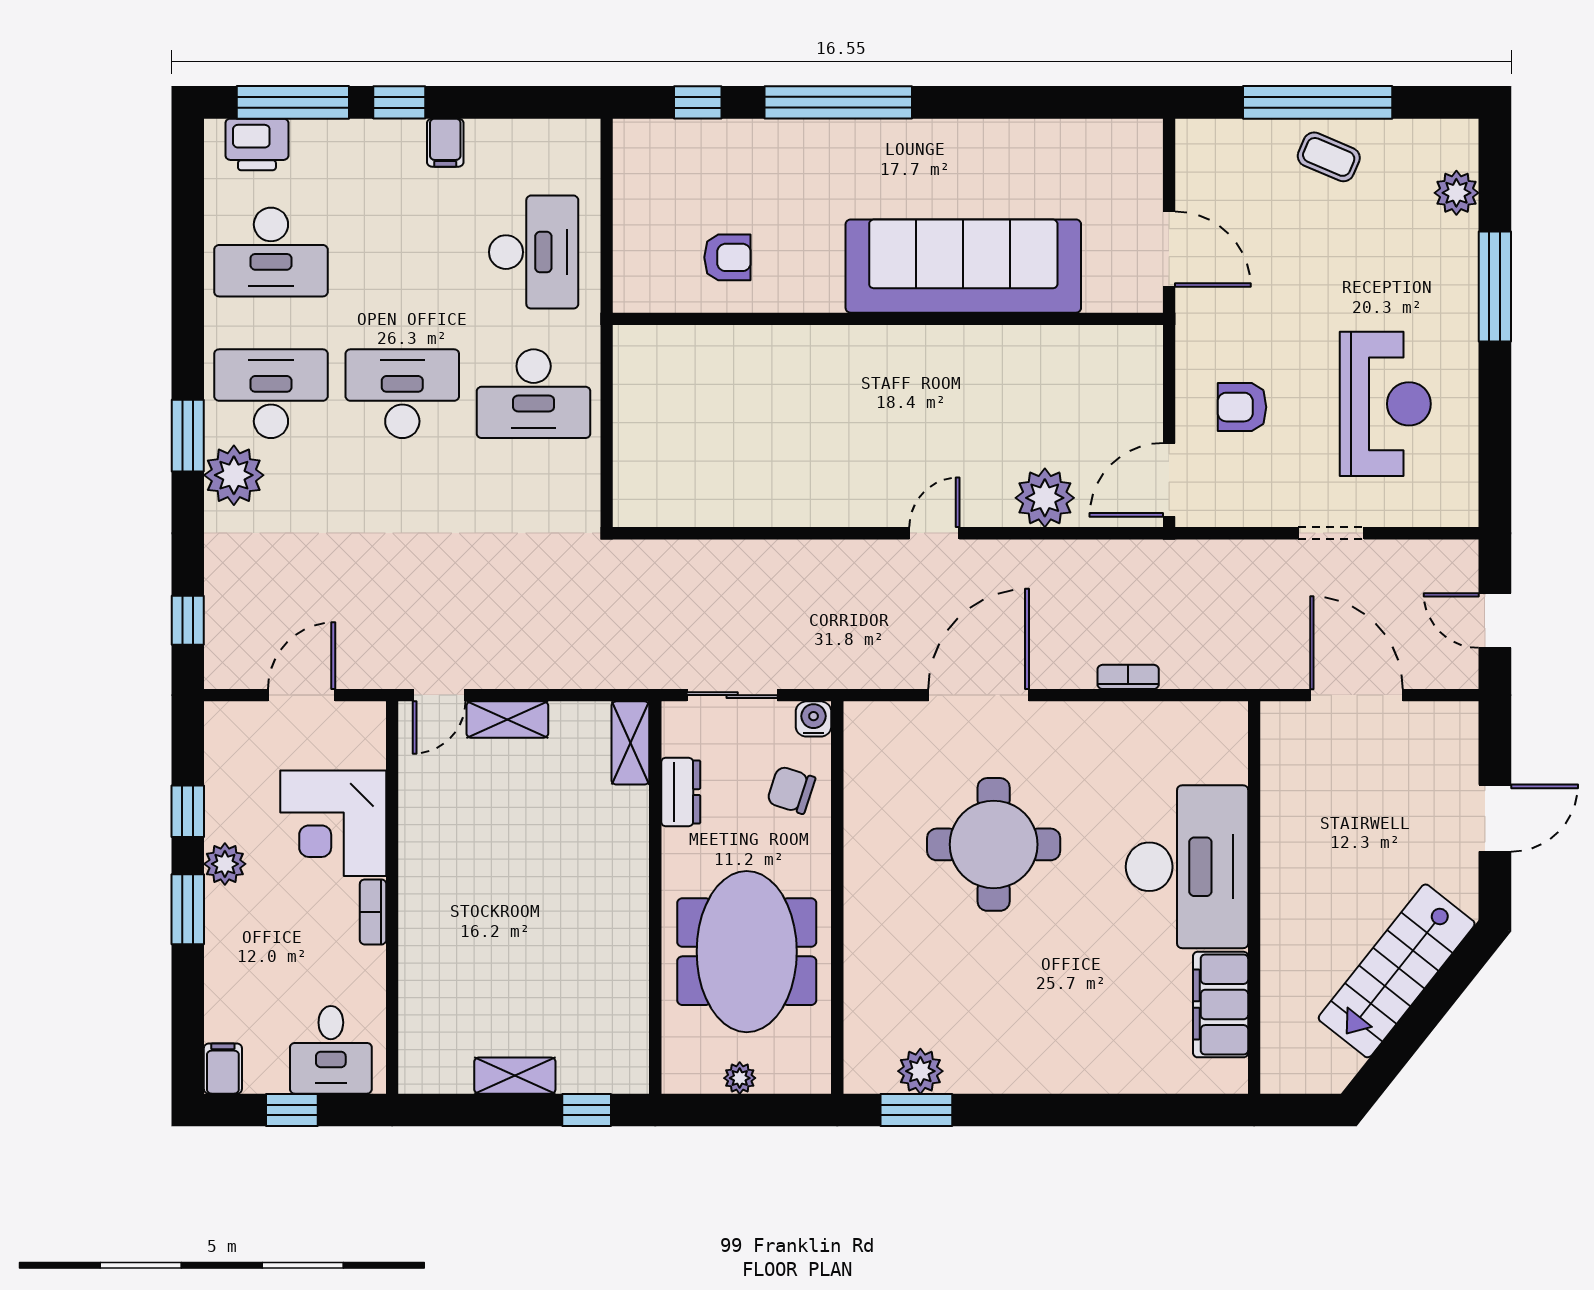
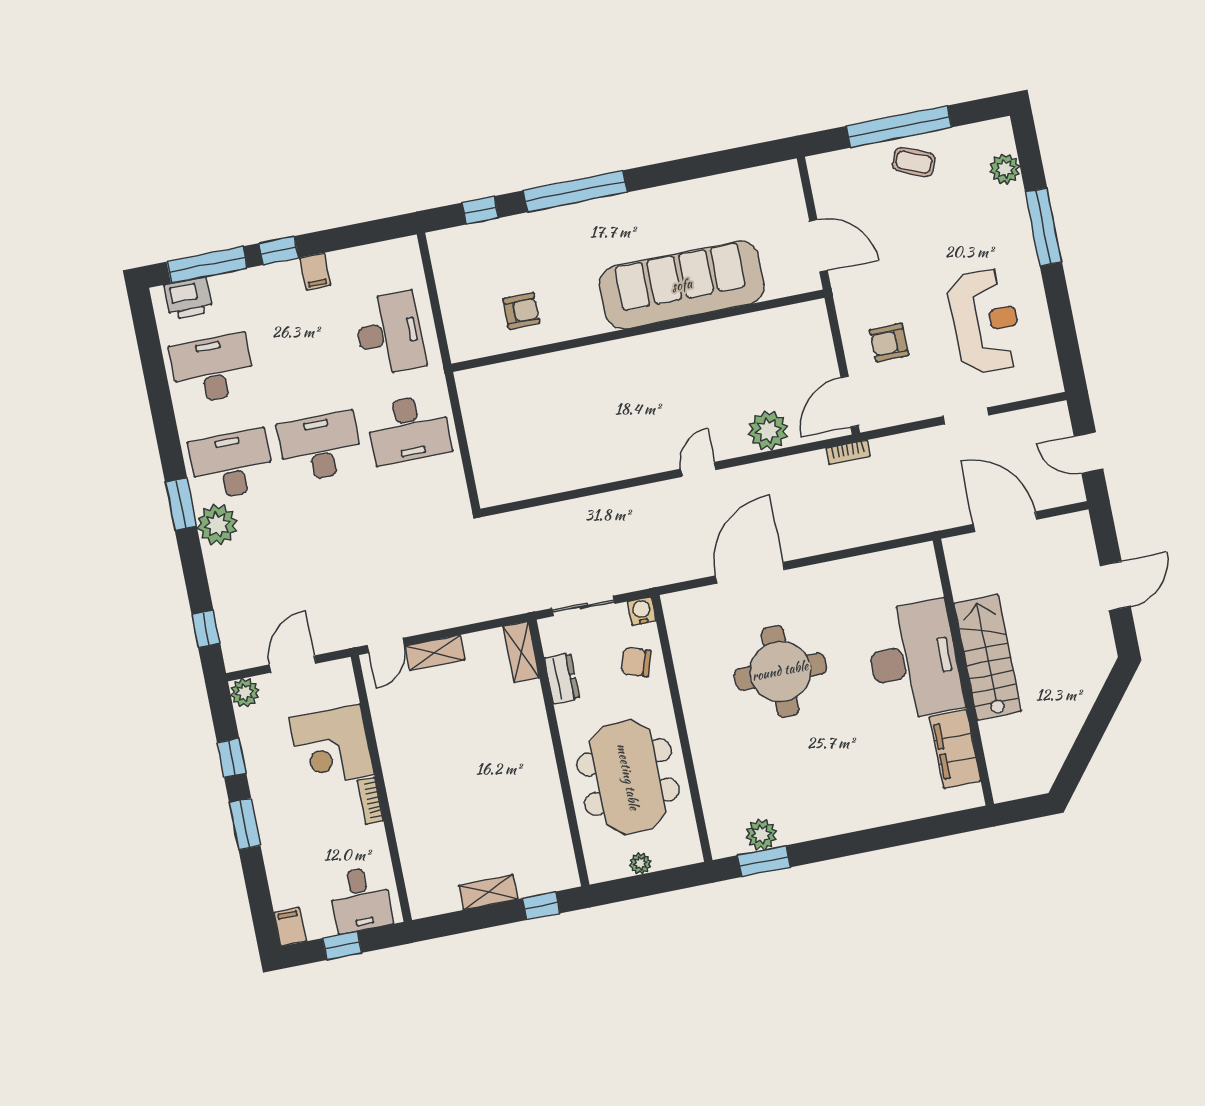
desk: (271, 252) -> (212, 369), turned 180
bookcase: (1128, 677) -> (848, 452), moved, turned 180
plant: (225, 864) -> (245, 693), moved
stairs: (1397, 971) -> (988, 657), moved, turned 142

